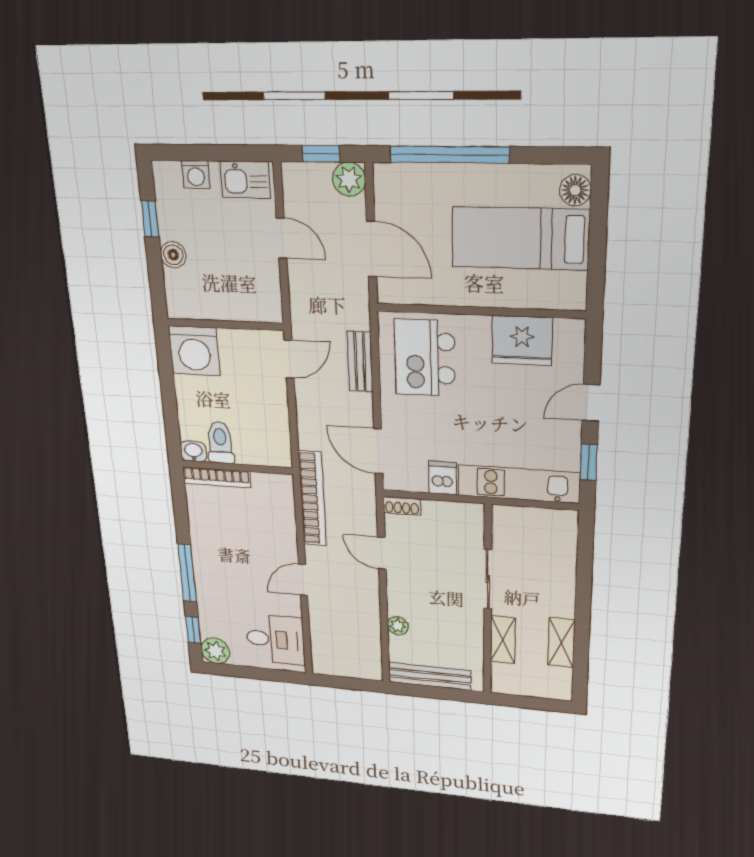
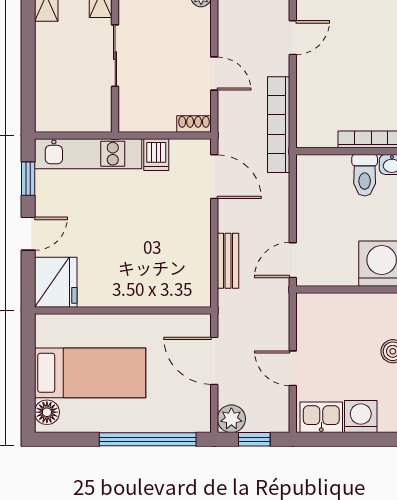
washing machine: (196, 175) -> (361, 417), width x1.38, depth x1.38
fridge: (522, 341) -> (56, 282), moved, turned 90
kitchen island: (425, 358) -> (170, 267), removed

